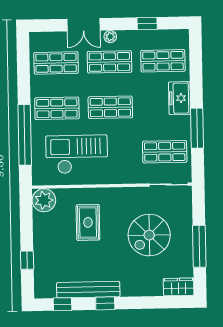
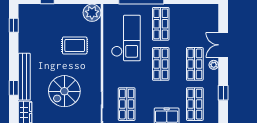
shop shelf: (56, 63) -> (195, 24), removed
spiral stairs: (149, 235) -> (64, 91), turned -90
bench: (88, 290) -> (24, 77), moved
window: (105, 303) -> (14, 88), moved

